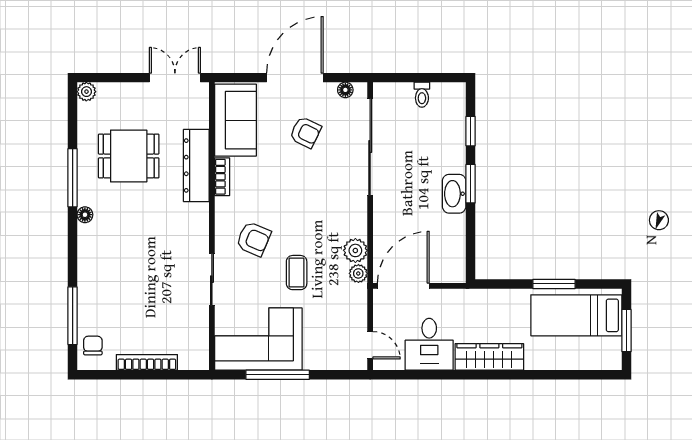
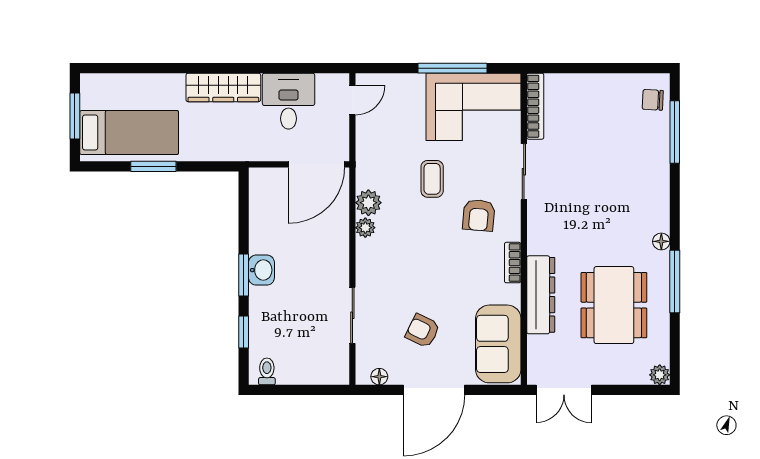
toilet: (422, 95) -> (267, 371), moved
sliding door: (370, 147) -> (352, 315), width x0.54
dining table: (129, 156) -> (614, 305), width x1.38
bookcase: (222, 177) -> (513, 263), moved
washbasin: (454, 194) -> (261, 270), width x0.72
armchair: (254, 239) -> (479, 215), turned -108
plant: (358, 273) -> (365, 228), moved
chair: (93, 345) -> (653, 100), turned 93
door: (370, 345) -> (352, 100), swing flipped
bookcase: (147, 362) -> (535, 106), moved, turned -90

